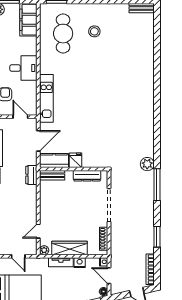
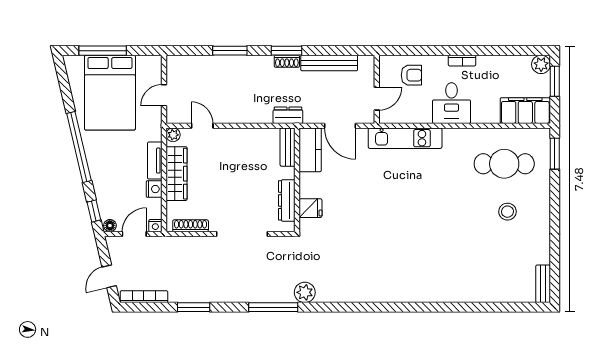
fridge: (75, 160) -> (310, 208), moved

